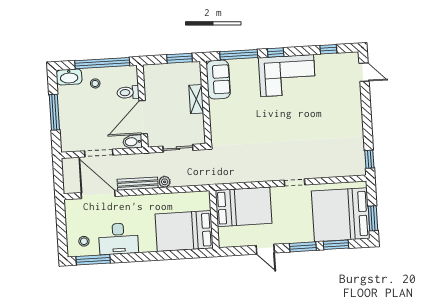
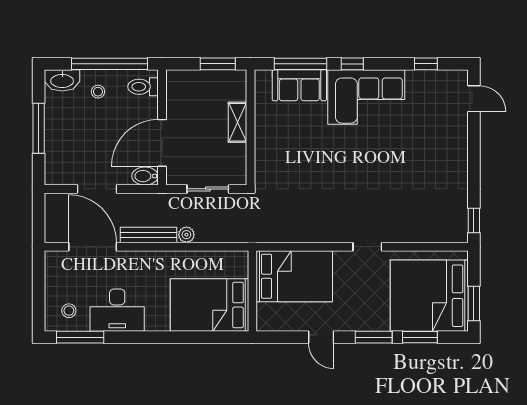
sofa: (218, 79) -> (299, 85), moved, turned 90
toilet: (128, 92) -> (143, 87), moved

